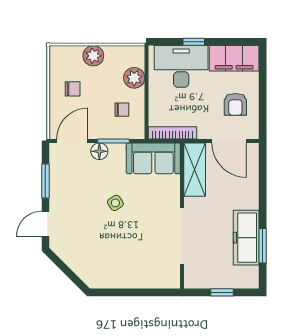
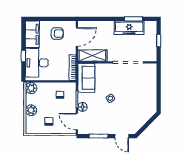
plant: (134, 78) -> (31, 88), moved

